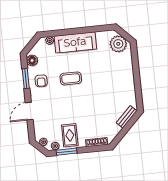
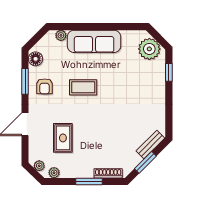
window: (135, 60) -> (169, 72), added
window: (124, 131) -> (145, 162), added
rug: (70, 135) -> (63, 138), moved
window: (67, 152) -> (89, 182), moved

